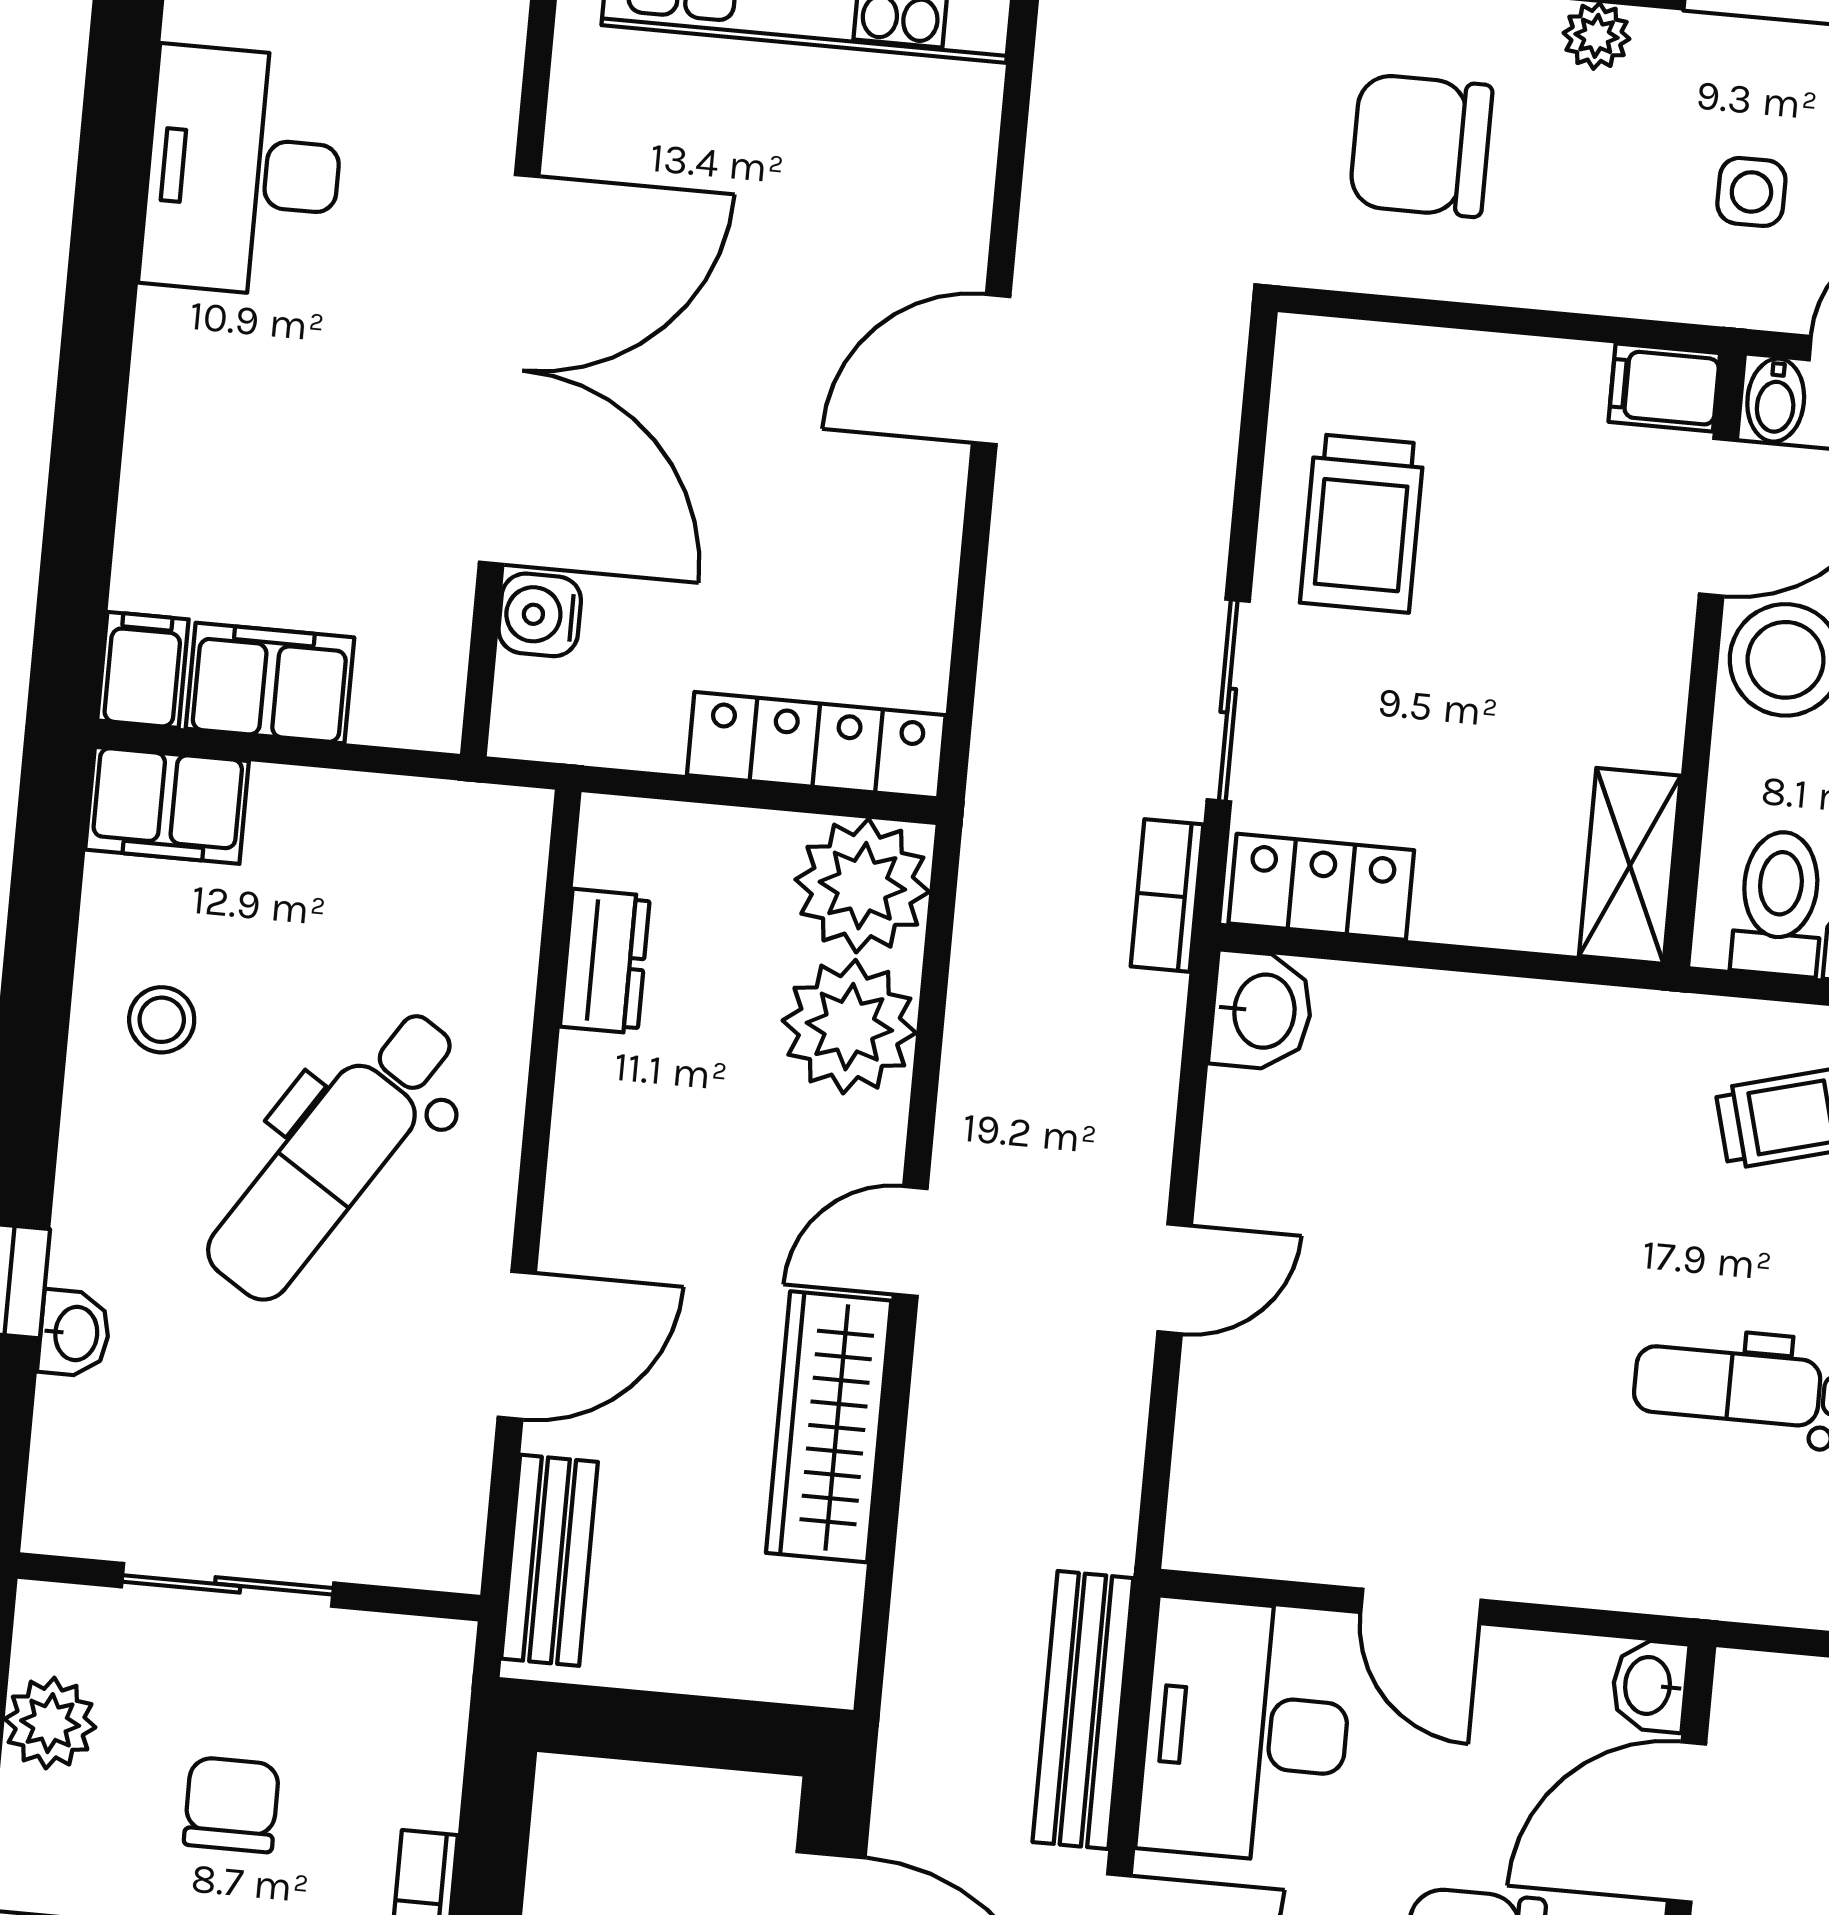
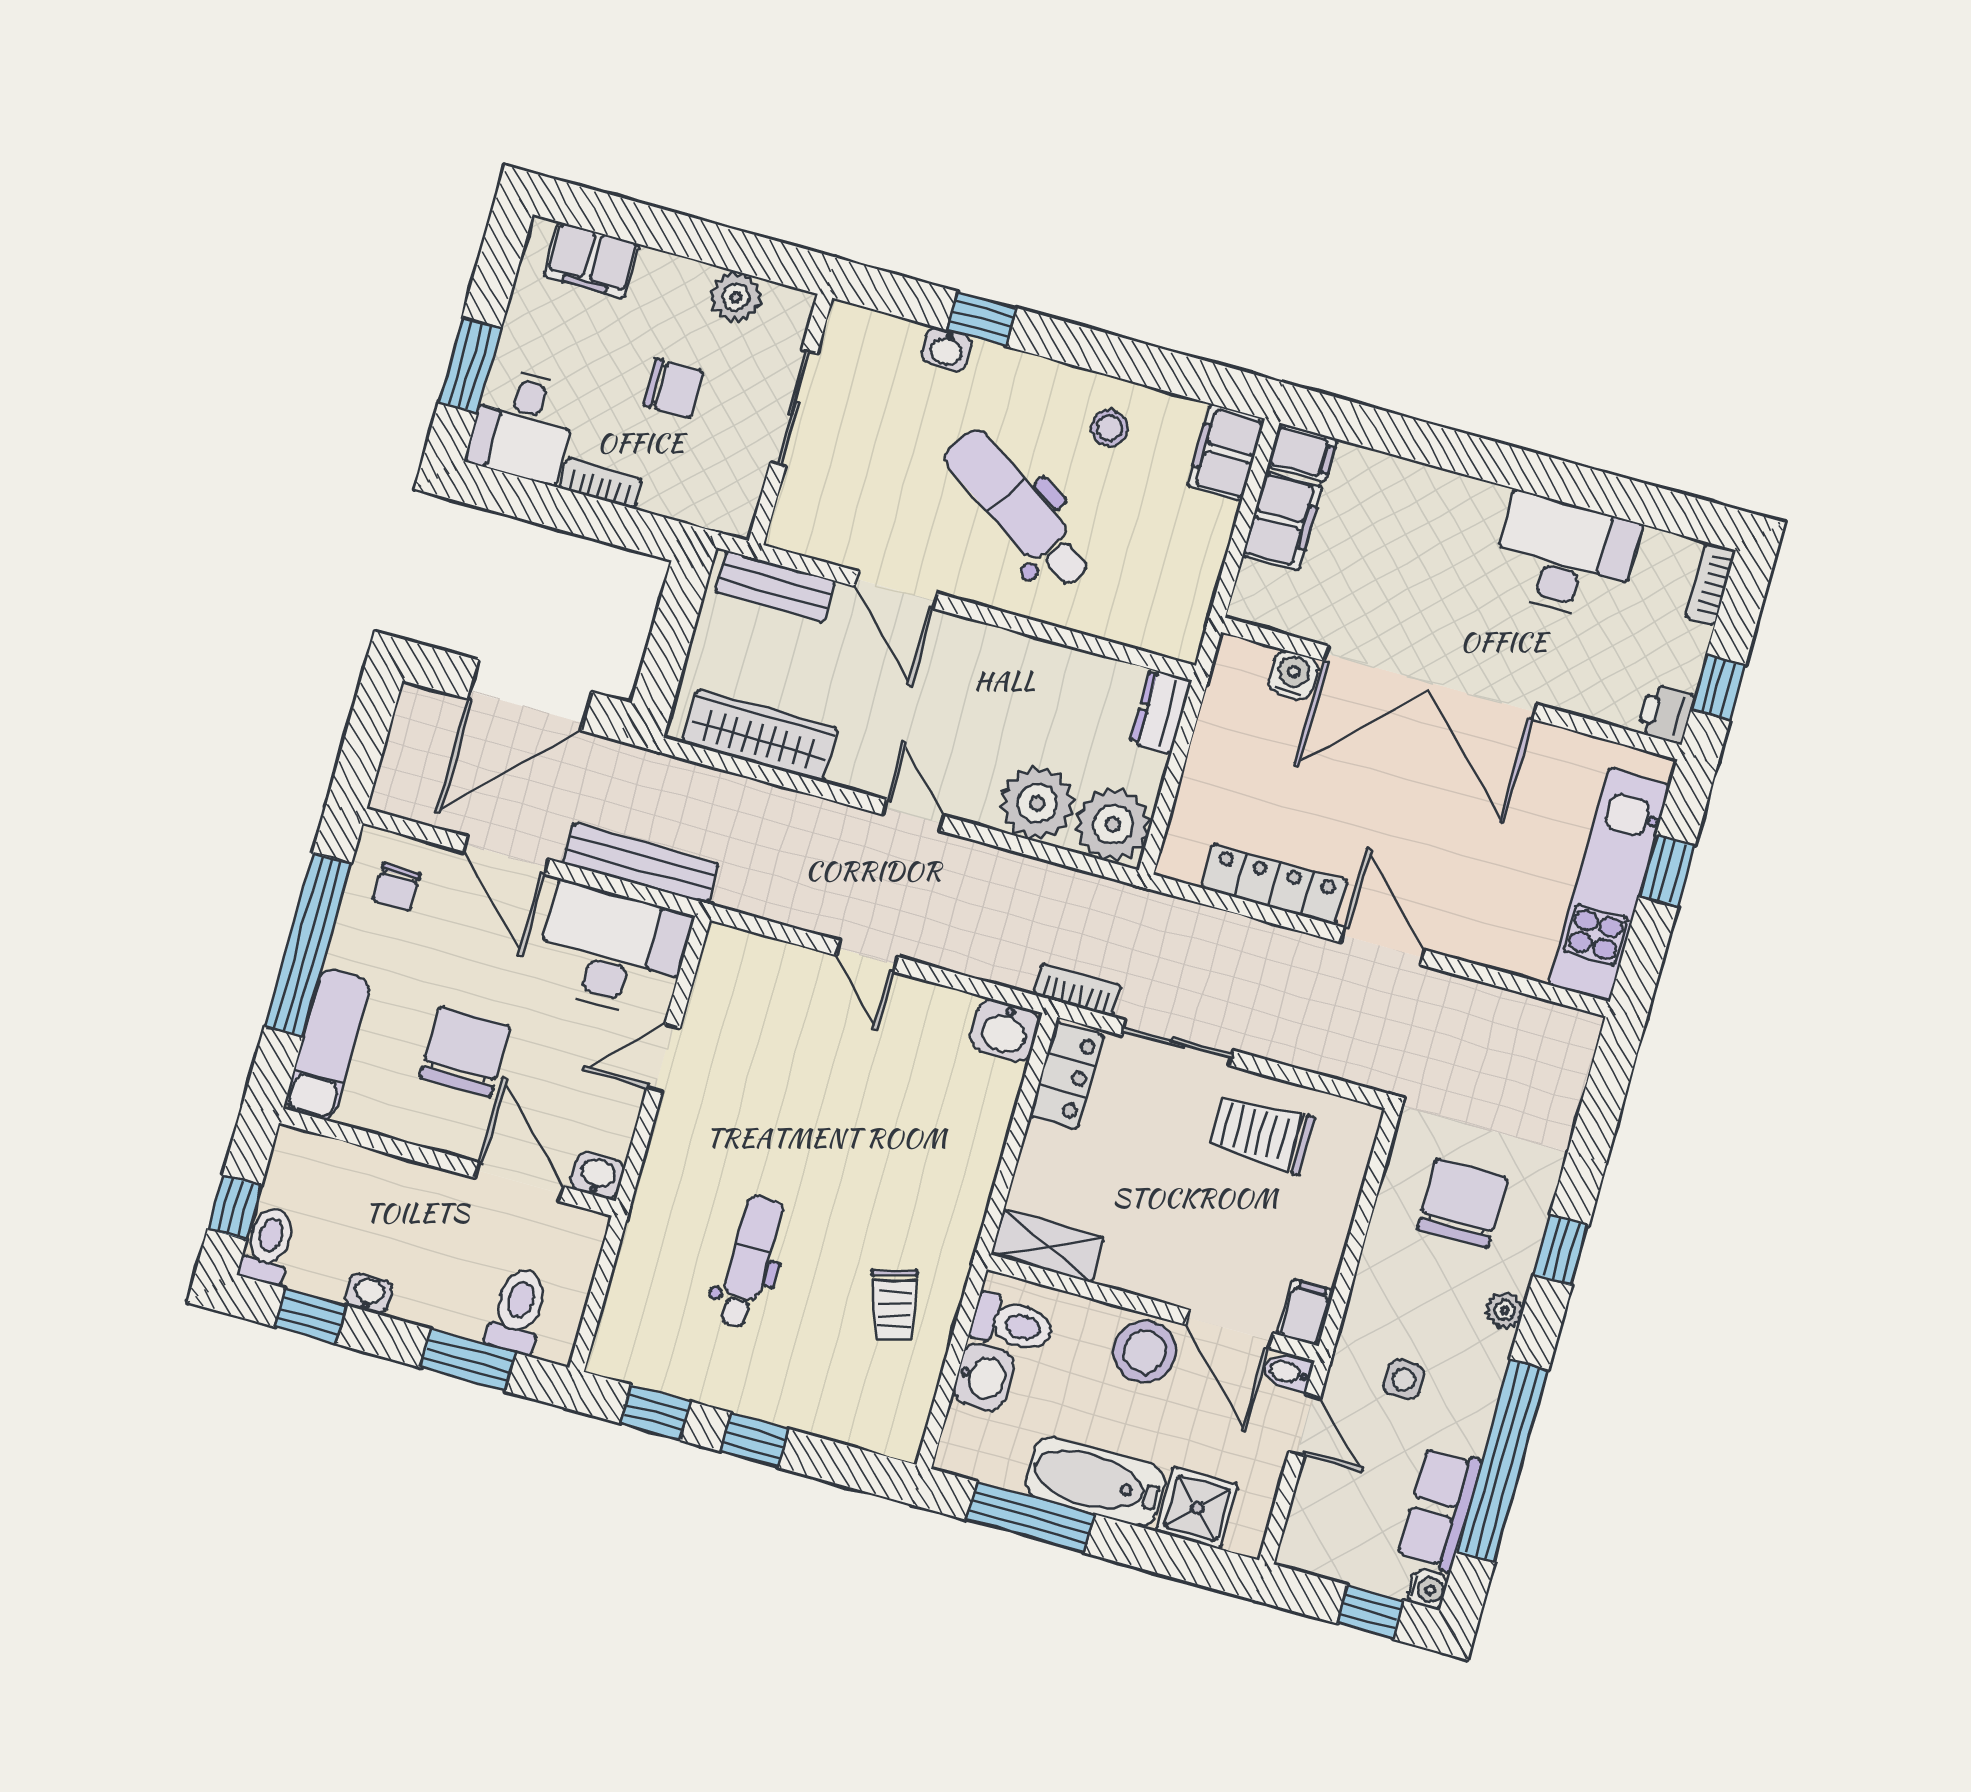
locker: (816, 745) -> (1274, 884), moved, turned -90
dresser: (605, 961) -> (1161, 711), moved, turned 90
wardrobe: (829, 1427) -> (760, 735), moved

